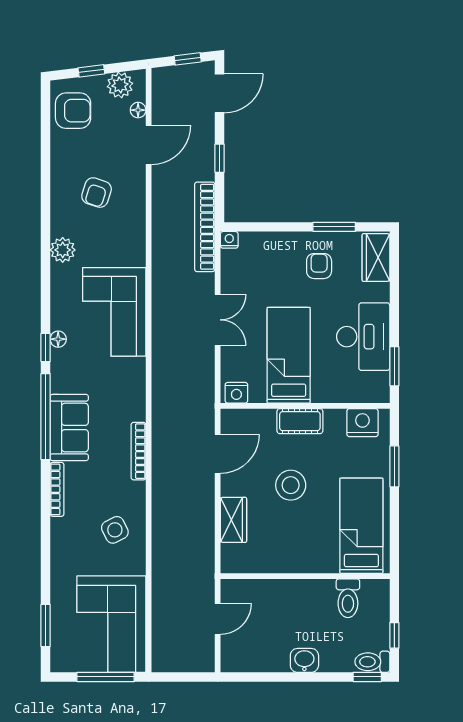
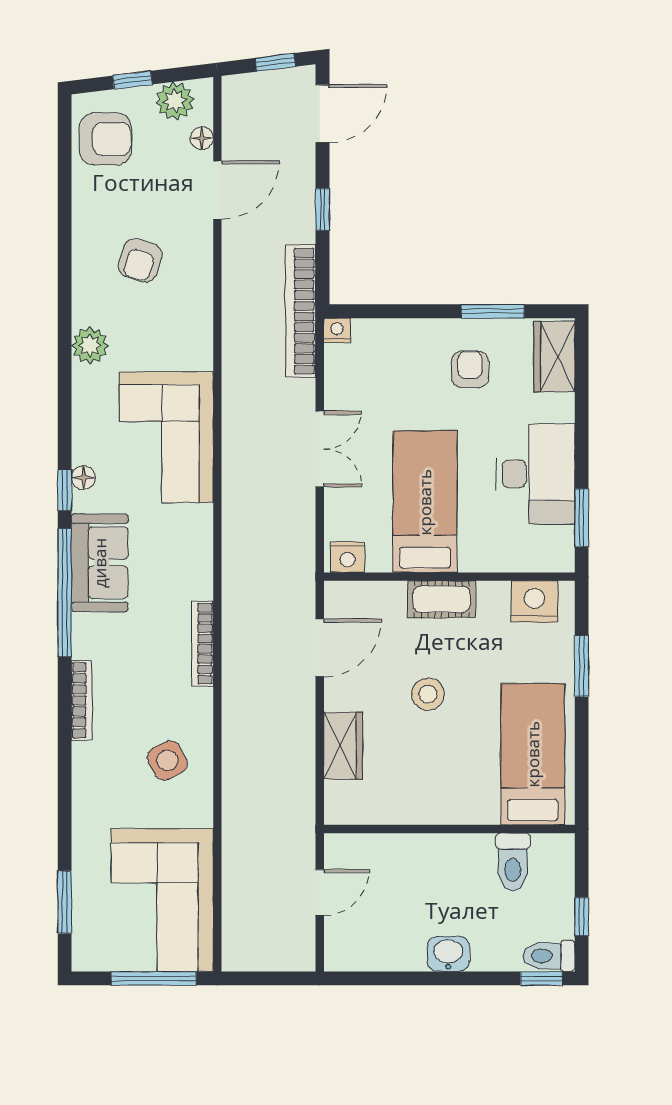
sofa: (69, 428) -> (100, 563), moved
stool: (291, 485) -> (428, 694), width x0.73, depth x0.73

